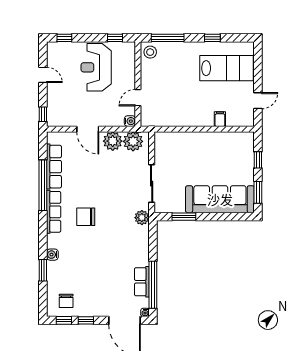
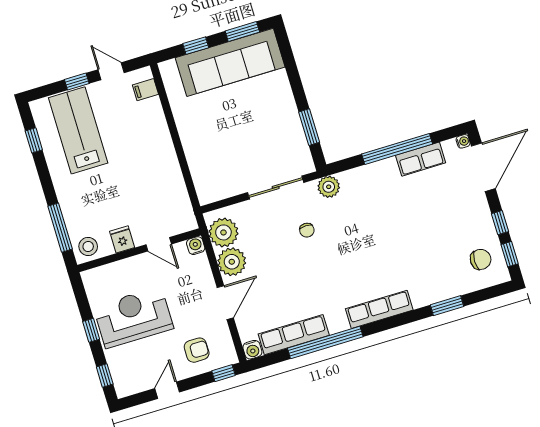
window: (115, 38) -> (91, 330), moved
window: (212, 38) -> (34, 140), moved
reception desk: (96, 67) -> (133, 317), turned 180
fridge: (148, 75) -> (122, 239), added
window: (258, 77) -> (77, 82), added
armchair: (63, 101) -> (197, 350), added
filing cabinet: (220, 119) -> (145, 90), moved
sofa: (220, 199) -> (230, 62), moved, turned -90
row of seats: (54, 212) -> (379, 309), moved
chair: (86, 217) -> (307, 230), moved, width x0.54, depth x0.54
water cooler: (52, 255) -> (252, 350), moved
window: (153, 285) -> (397, 149), moved

